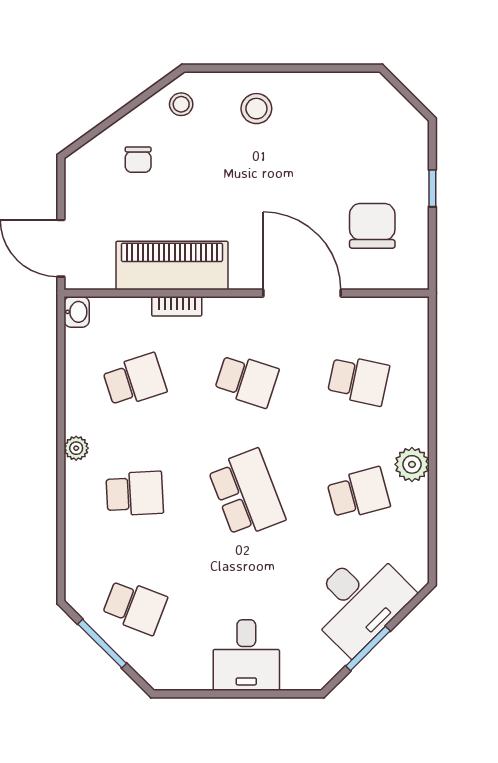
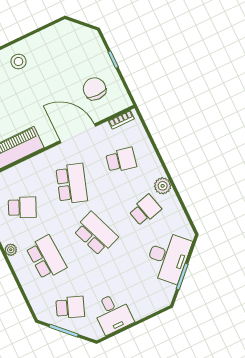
bookcase: (177, 306) -> (121, 120), moved
school desk: (135, 380) -> (22, 207), turned 42
school desk: (247, 380) -> (72, 184), width x1.85
school desk: (135, 493) -> (46, 257), width x1.85
desk: (246, 655) -> (113, 313), moved

